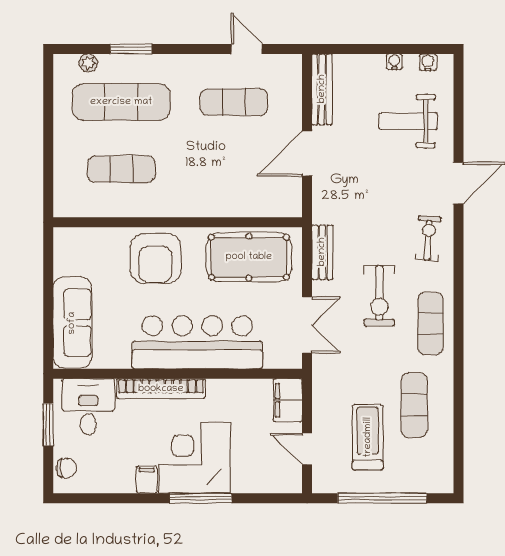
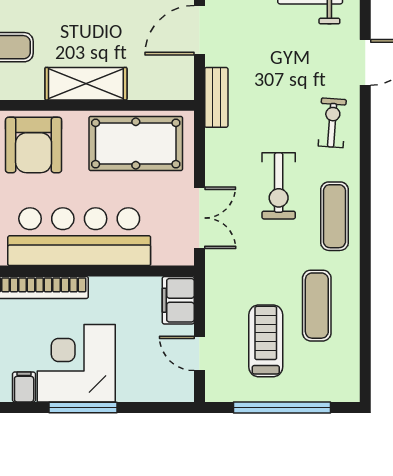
shelving: (203, 202) -> (86, 84), added
bench: (322, 252) -> (216, 97), moved

